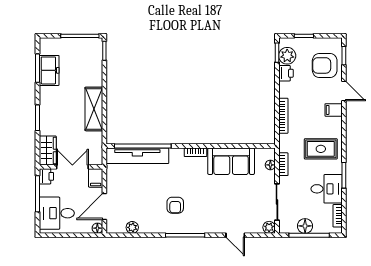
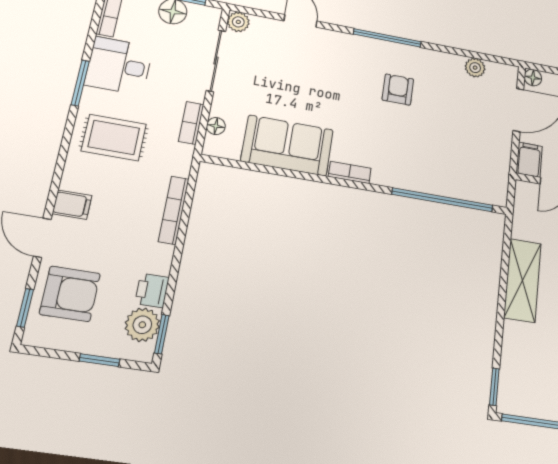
tv unit: (137, 156) -> (454, 184), removed

